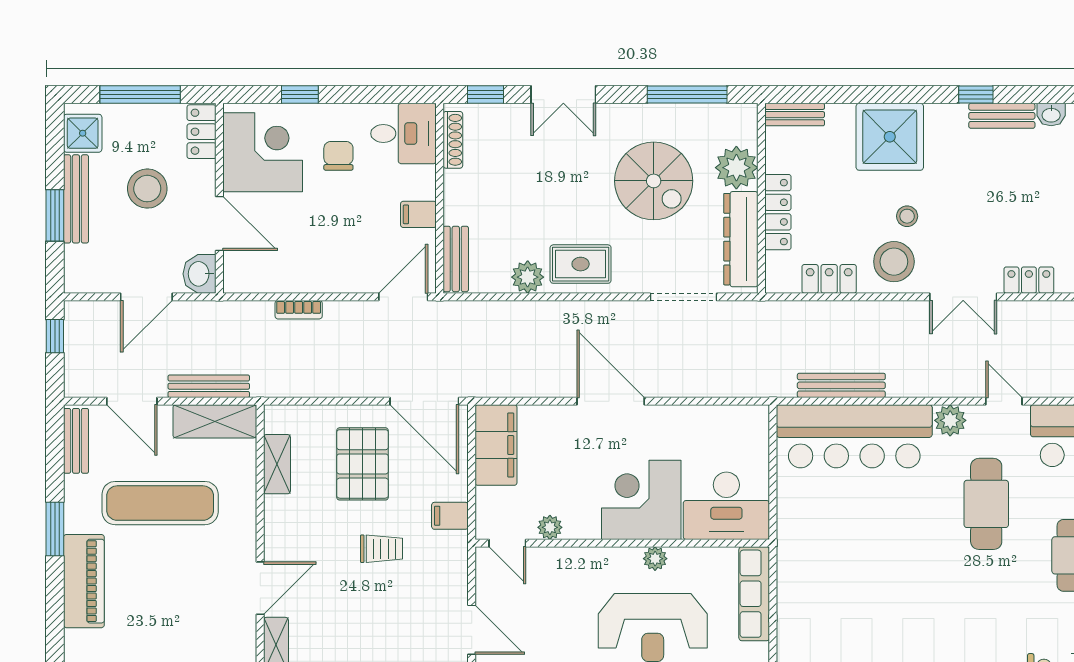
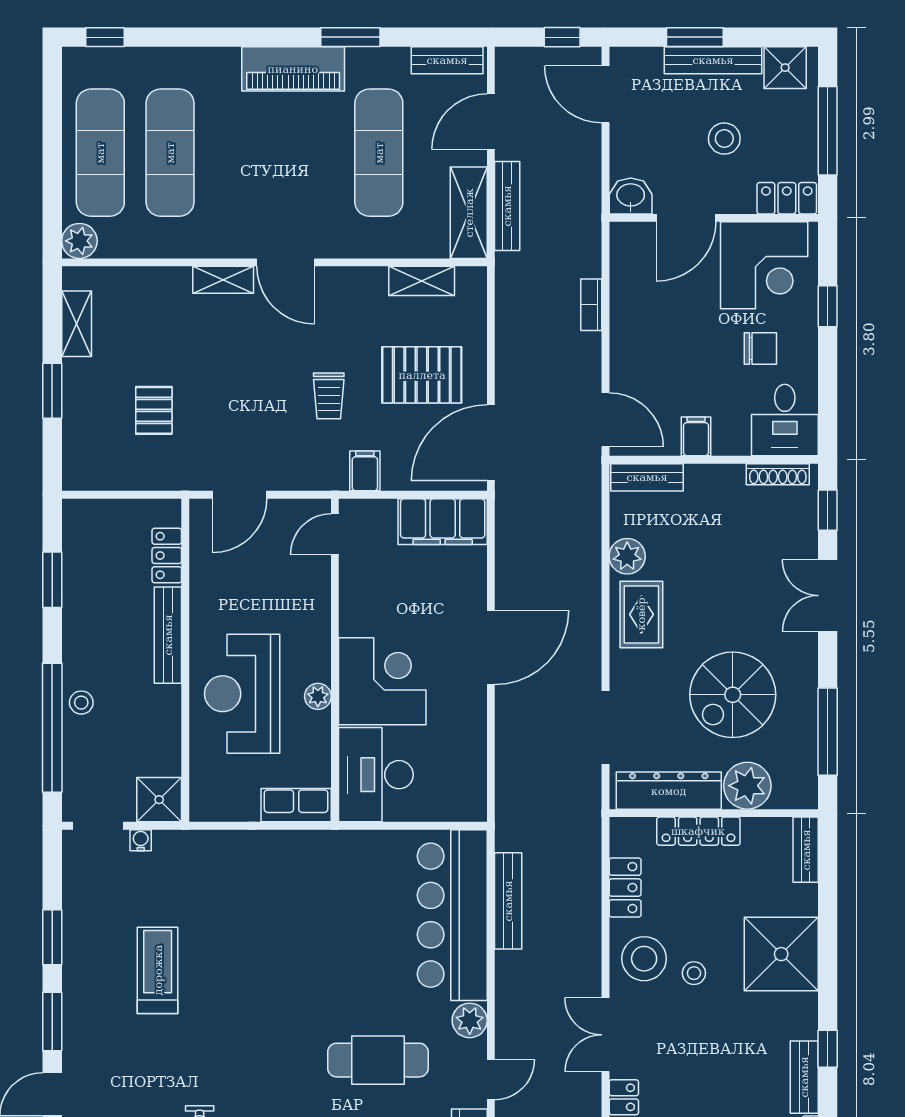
stool: (147, 189) -> (724, 139), width x0.73, depth x0.73
door: (146, 297) -> (605, 94), moved
plant: (550, 527) -> (352, 581), removed
row of seats: (754, 594) -> (296, 805), width x0.68

